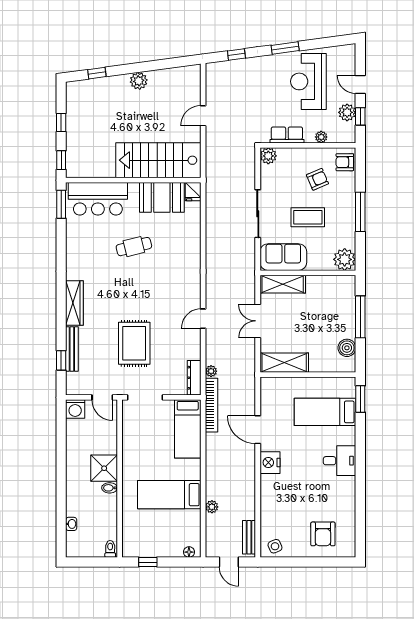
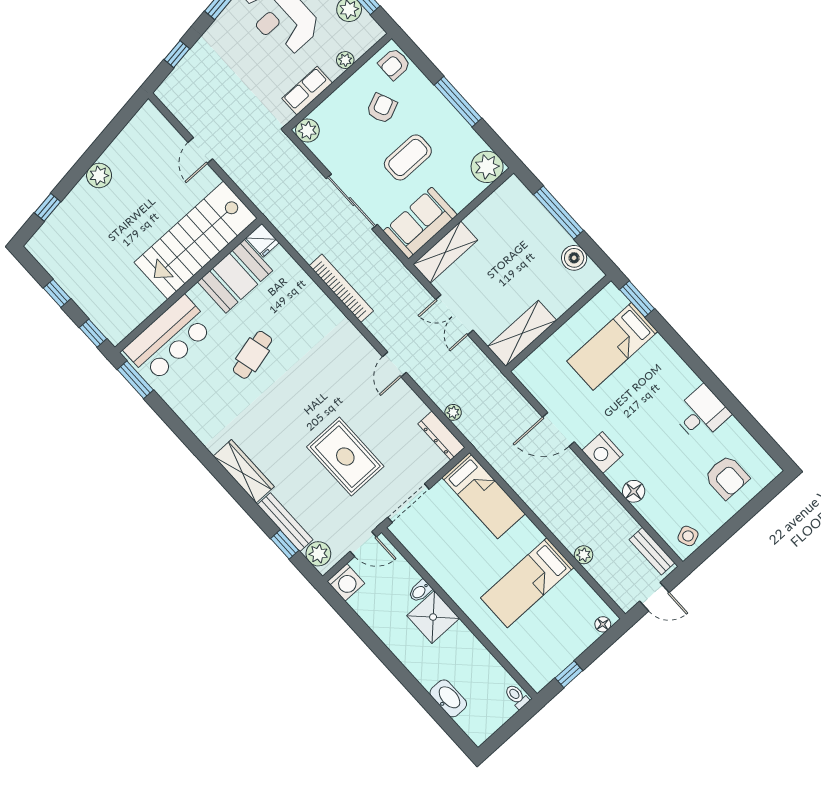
plant: (74, 381) -> (318, 554), added
bookcase: (212, 405) -> (341, 288), moved
desk: (340, 461) -> (701, 414), moved
bidet: (110, 488) -> (420, 591), moved
floor lamp: (268, 497) -> (634, 491), added
washbasin: (71, 524) -> (448, 698), width x1.91, depth x1.45

